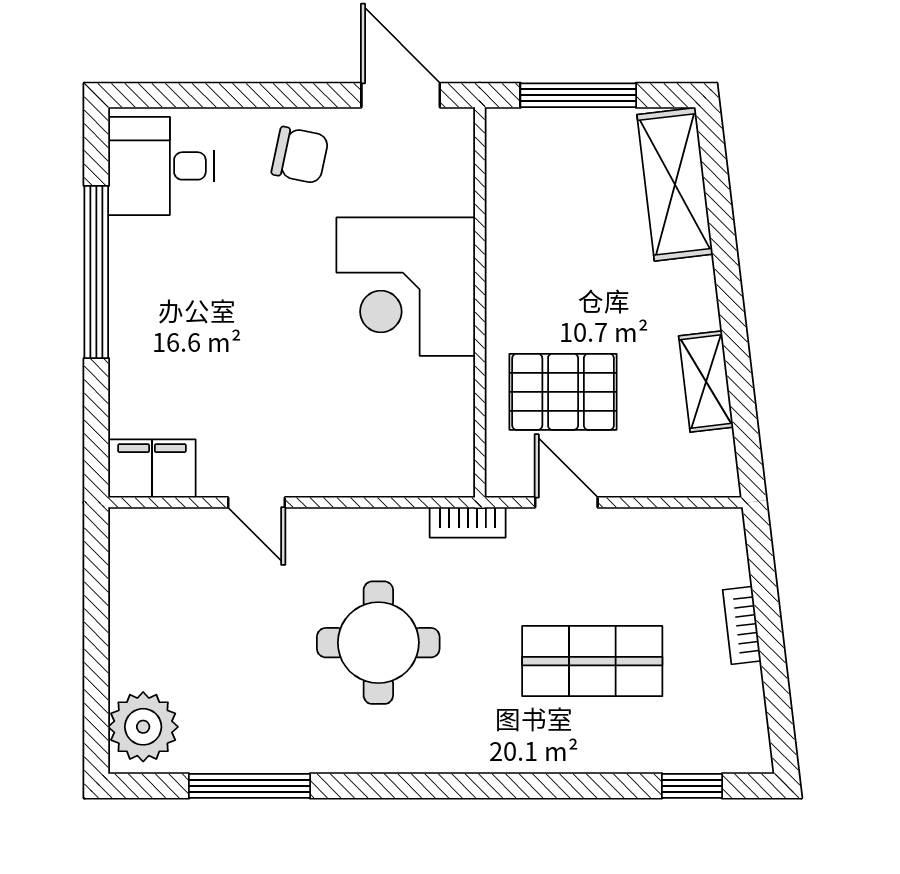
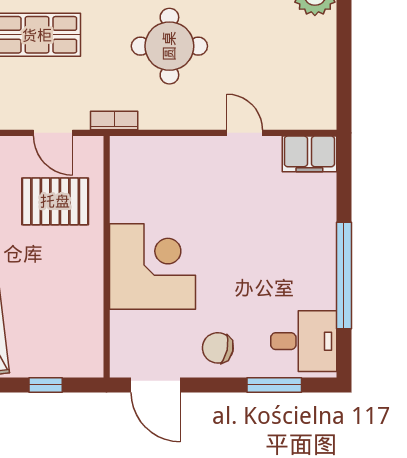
window: (209, 95) -> (274, 385), added
window: (578, 95) -> (46, 385), width x0.46

